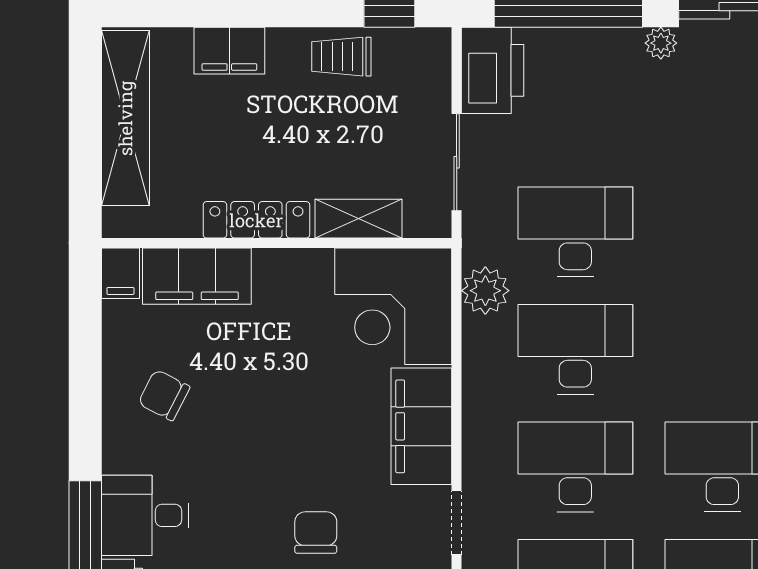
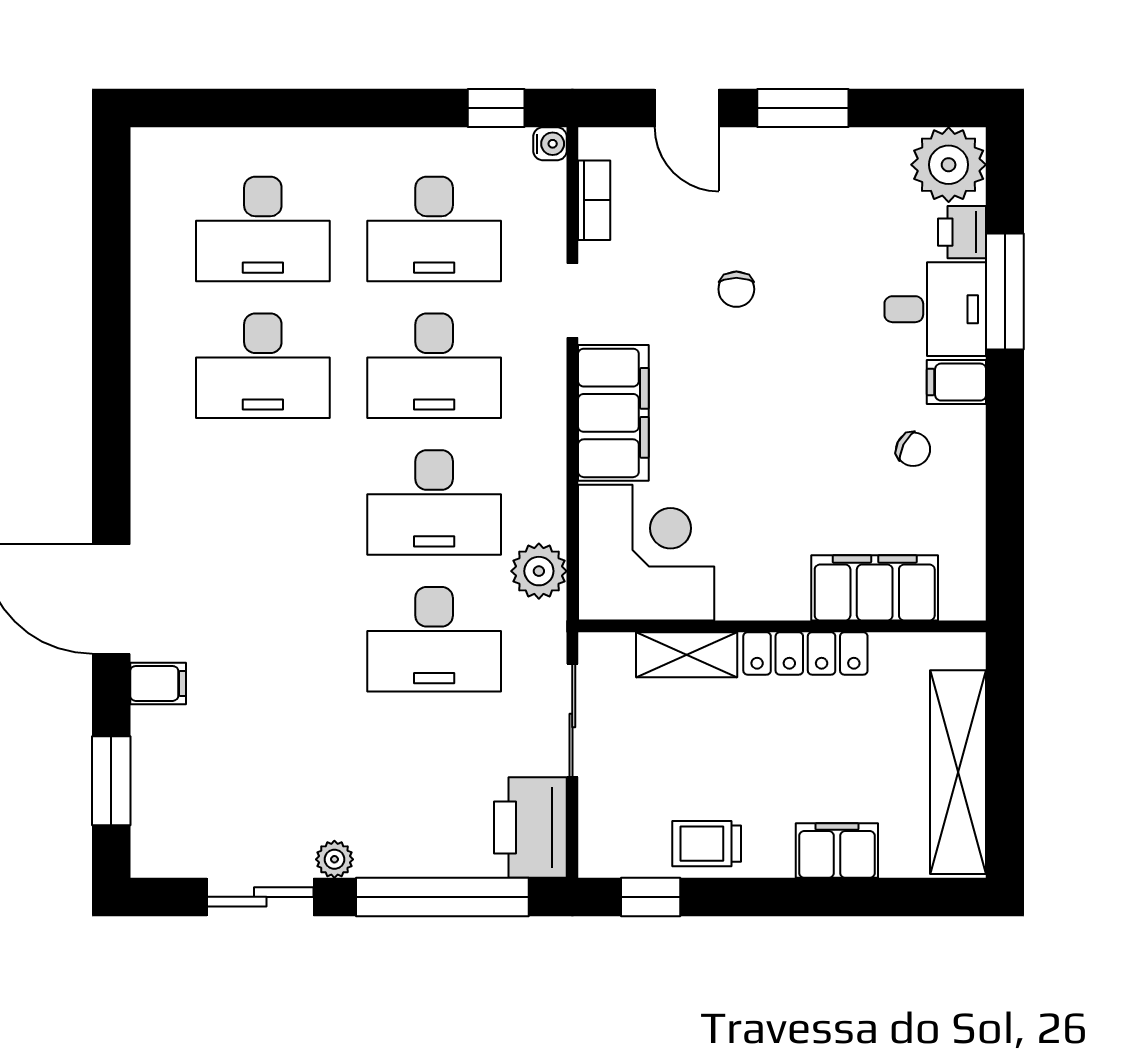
trolley: (341, 57) -> (707, 844), turned 180
filing cabinet: (120, 273) -> (956, 382), moved, turned -90
chair: (164, 395) -> (913, 449), width x0.73, depth x0.73
chair: (316, 533) -> (736, 289), width x0.73, depth x0.73

